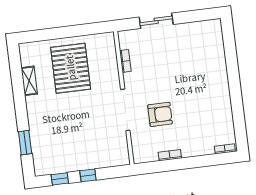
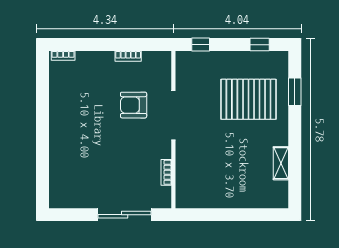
sliding door: (156, 21) -> (125, 215), width x1.37
pallet: (71, 68) -> (248, 99), moved, turned 90
window: (88, 175) -> (201, 45), moved

